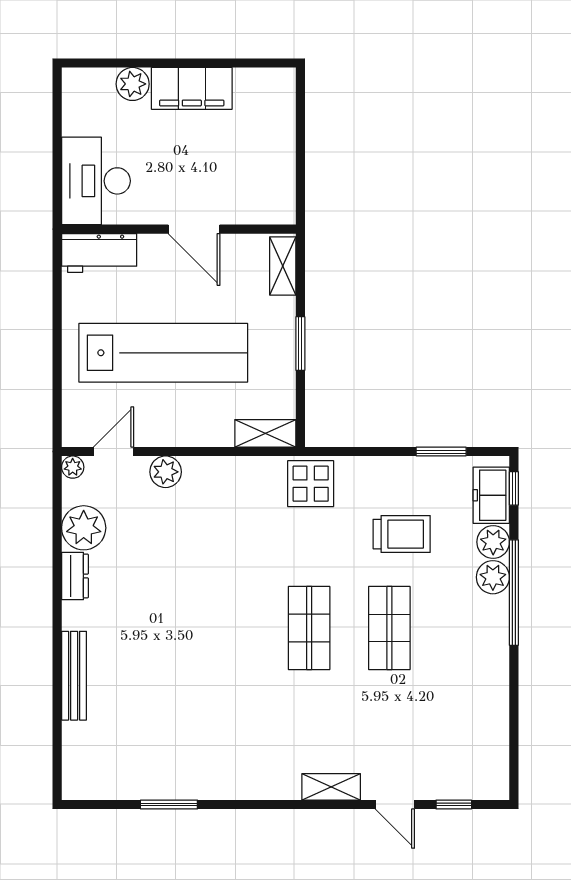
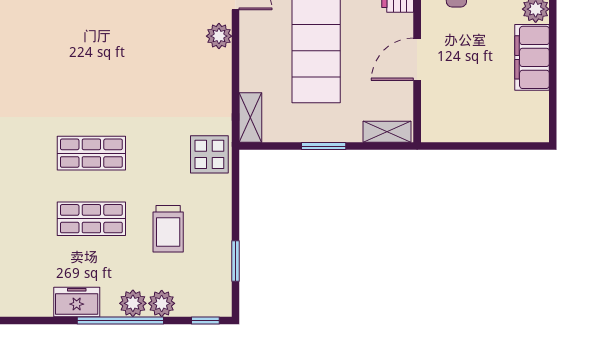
freezer: (491, 495) -> (77, 302), moved

